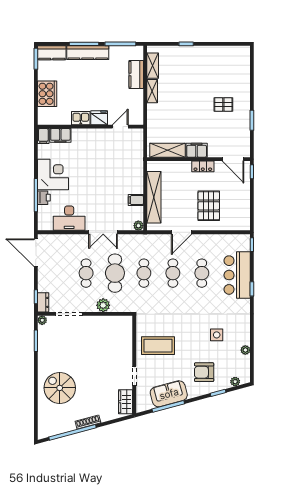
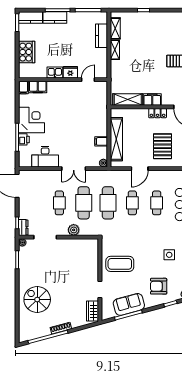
kitchen counter: (88, 53) -> (55, 17), width x0.67
cafe table: (144, 273) -> (108, 203), width x1.37, depth x1.35

